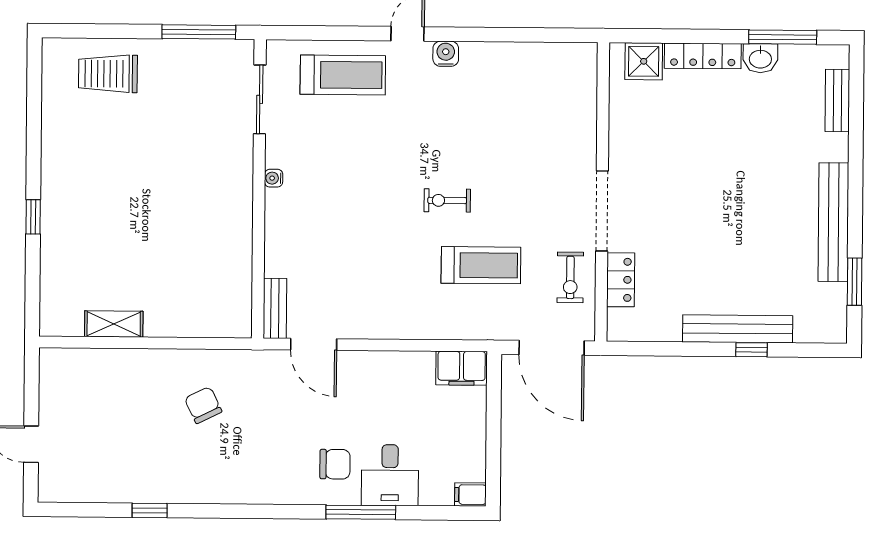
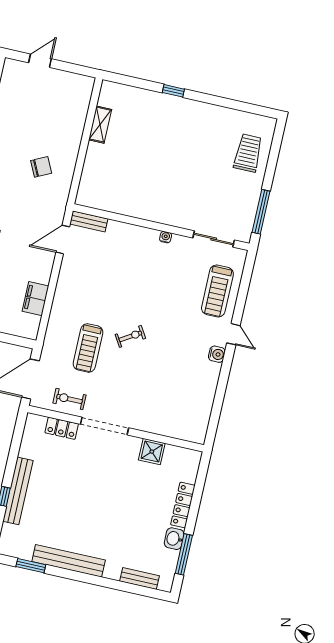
shower: (644, 61) -> (152, 452), moved
exercise bike: (447, 200) -> (130, 336), turned 58
filing cabinet: (462, 368) -> (36, 299), moved

